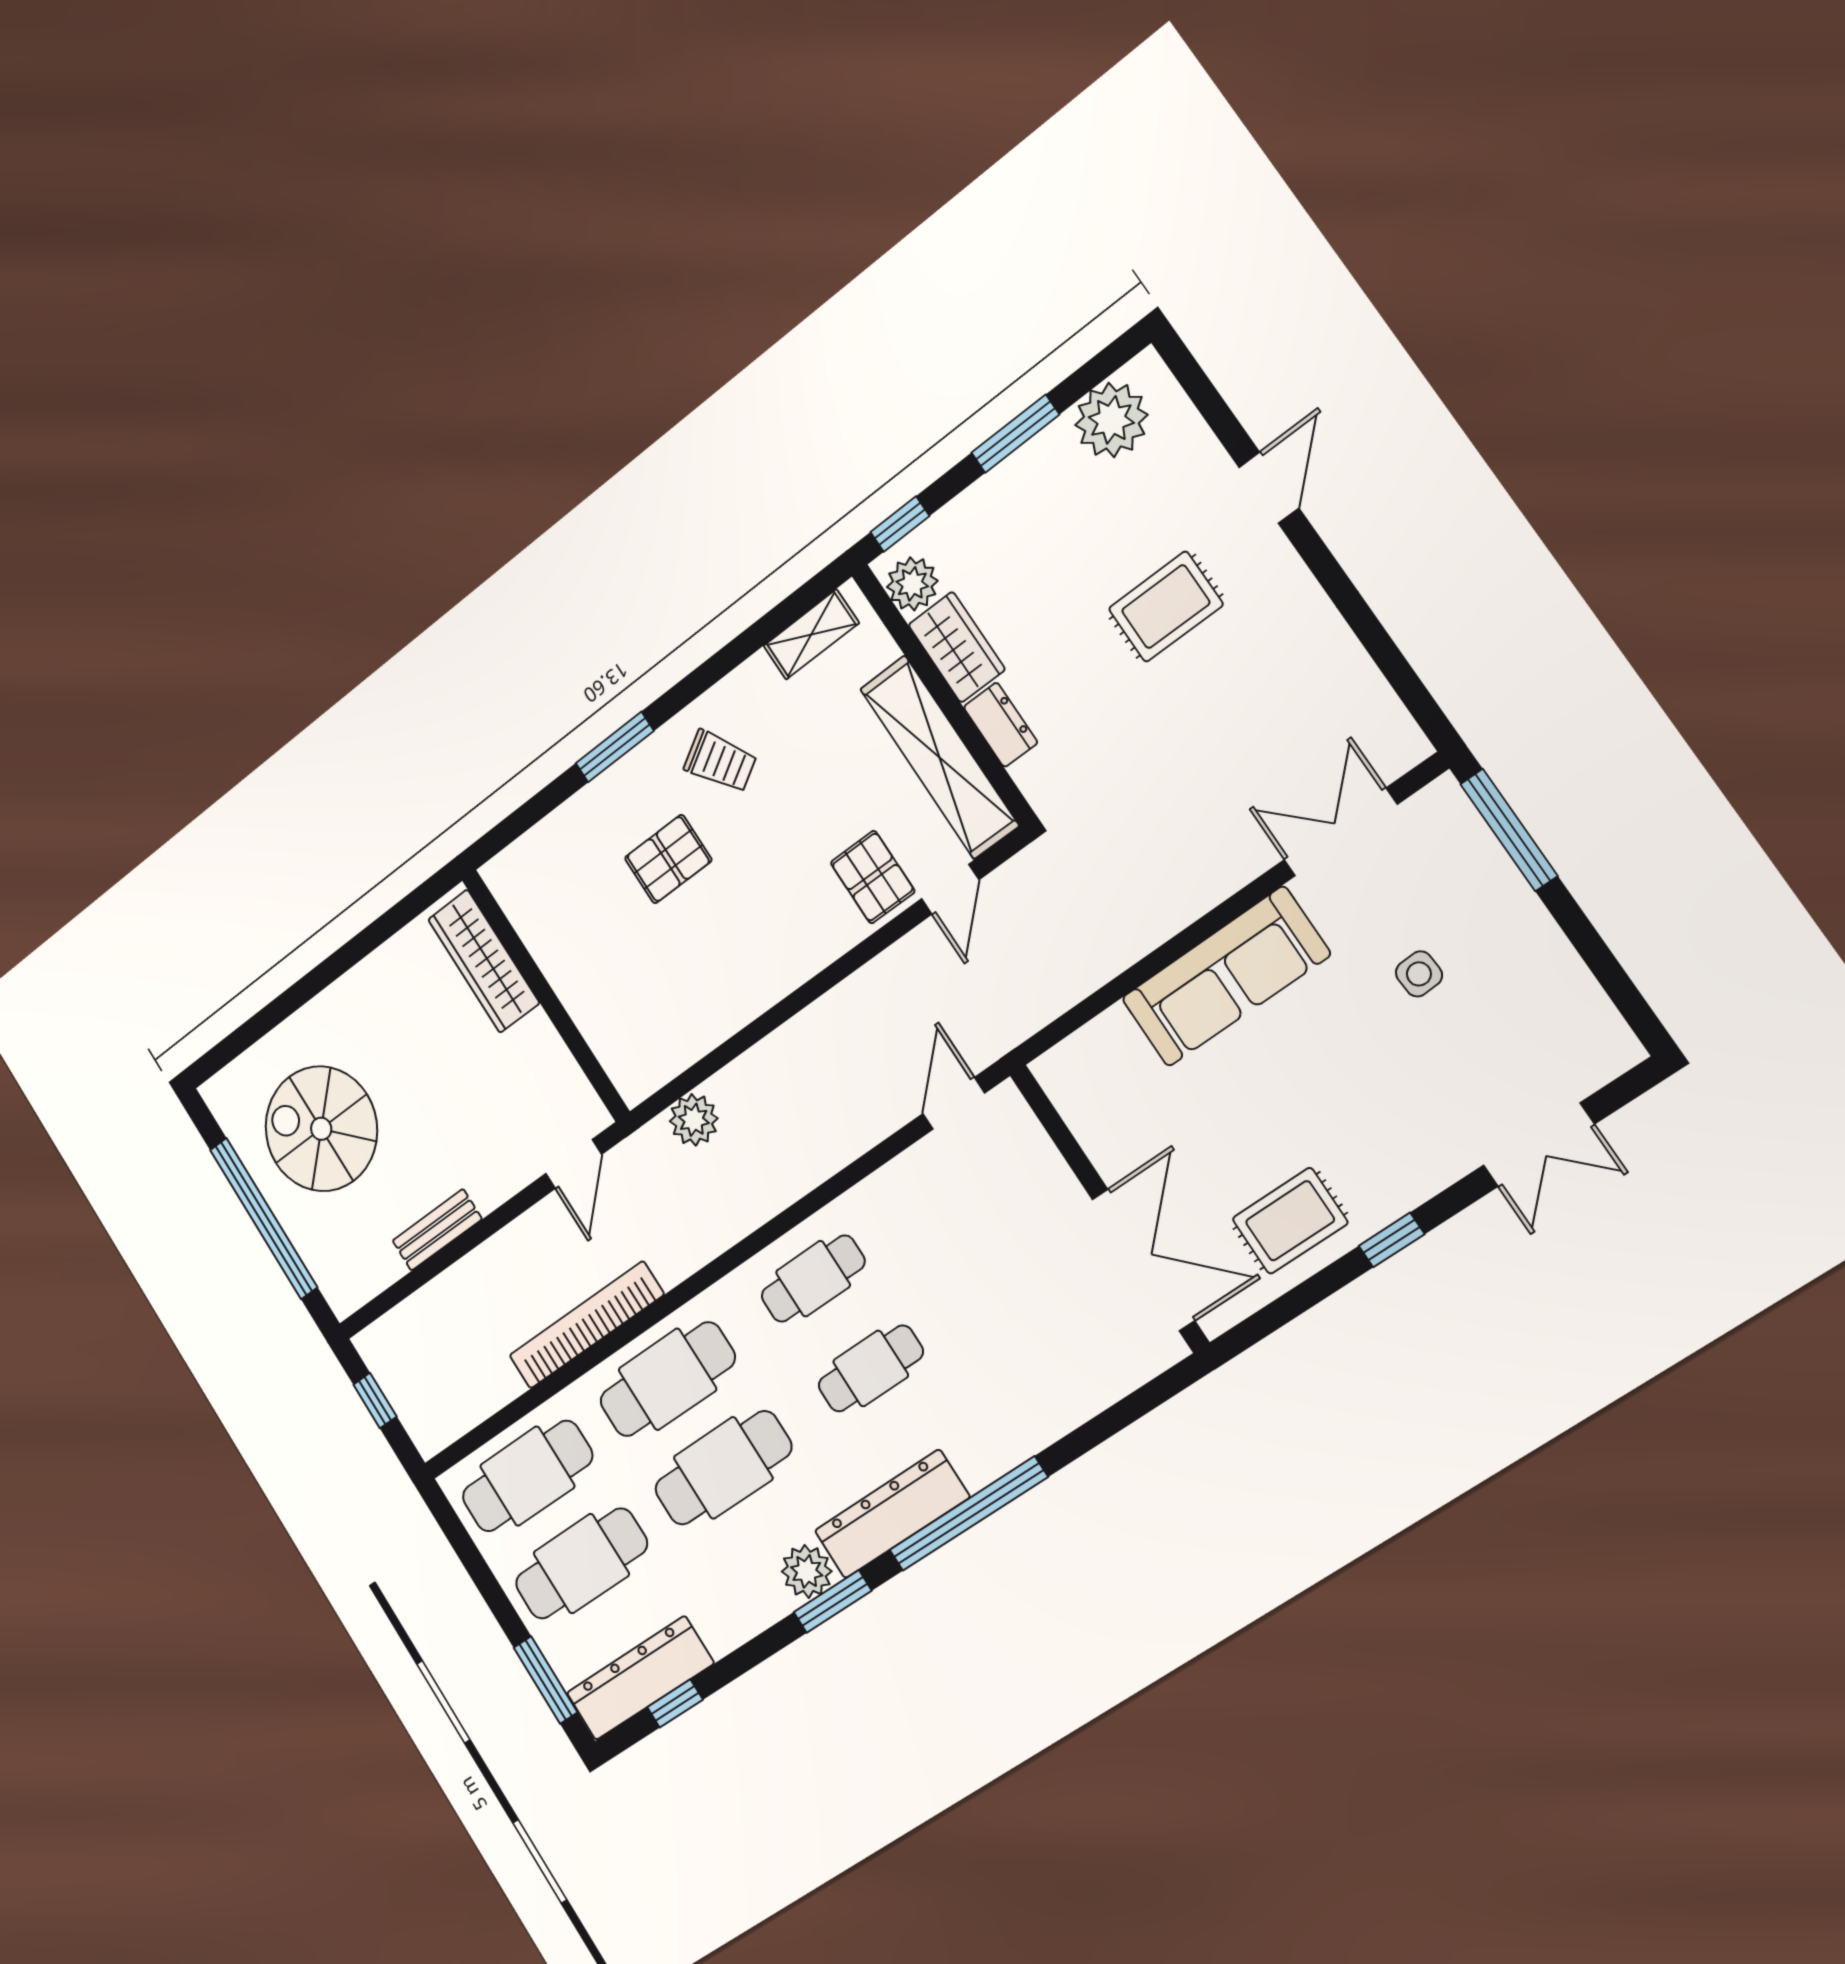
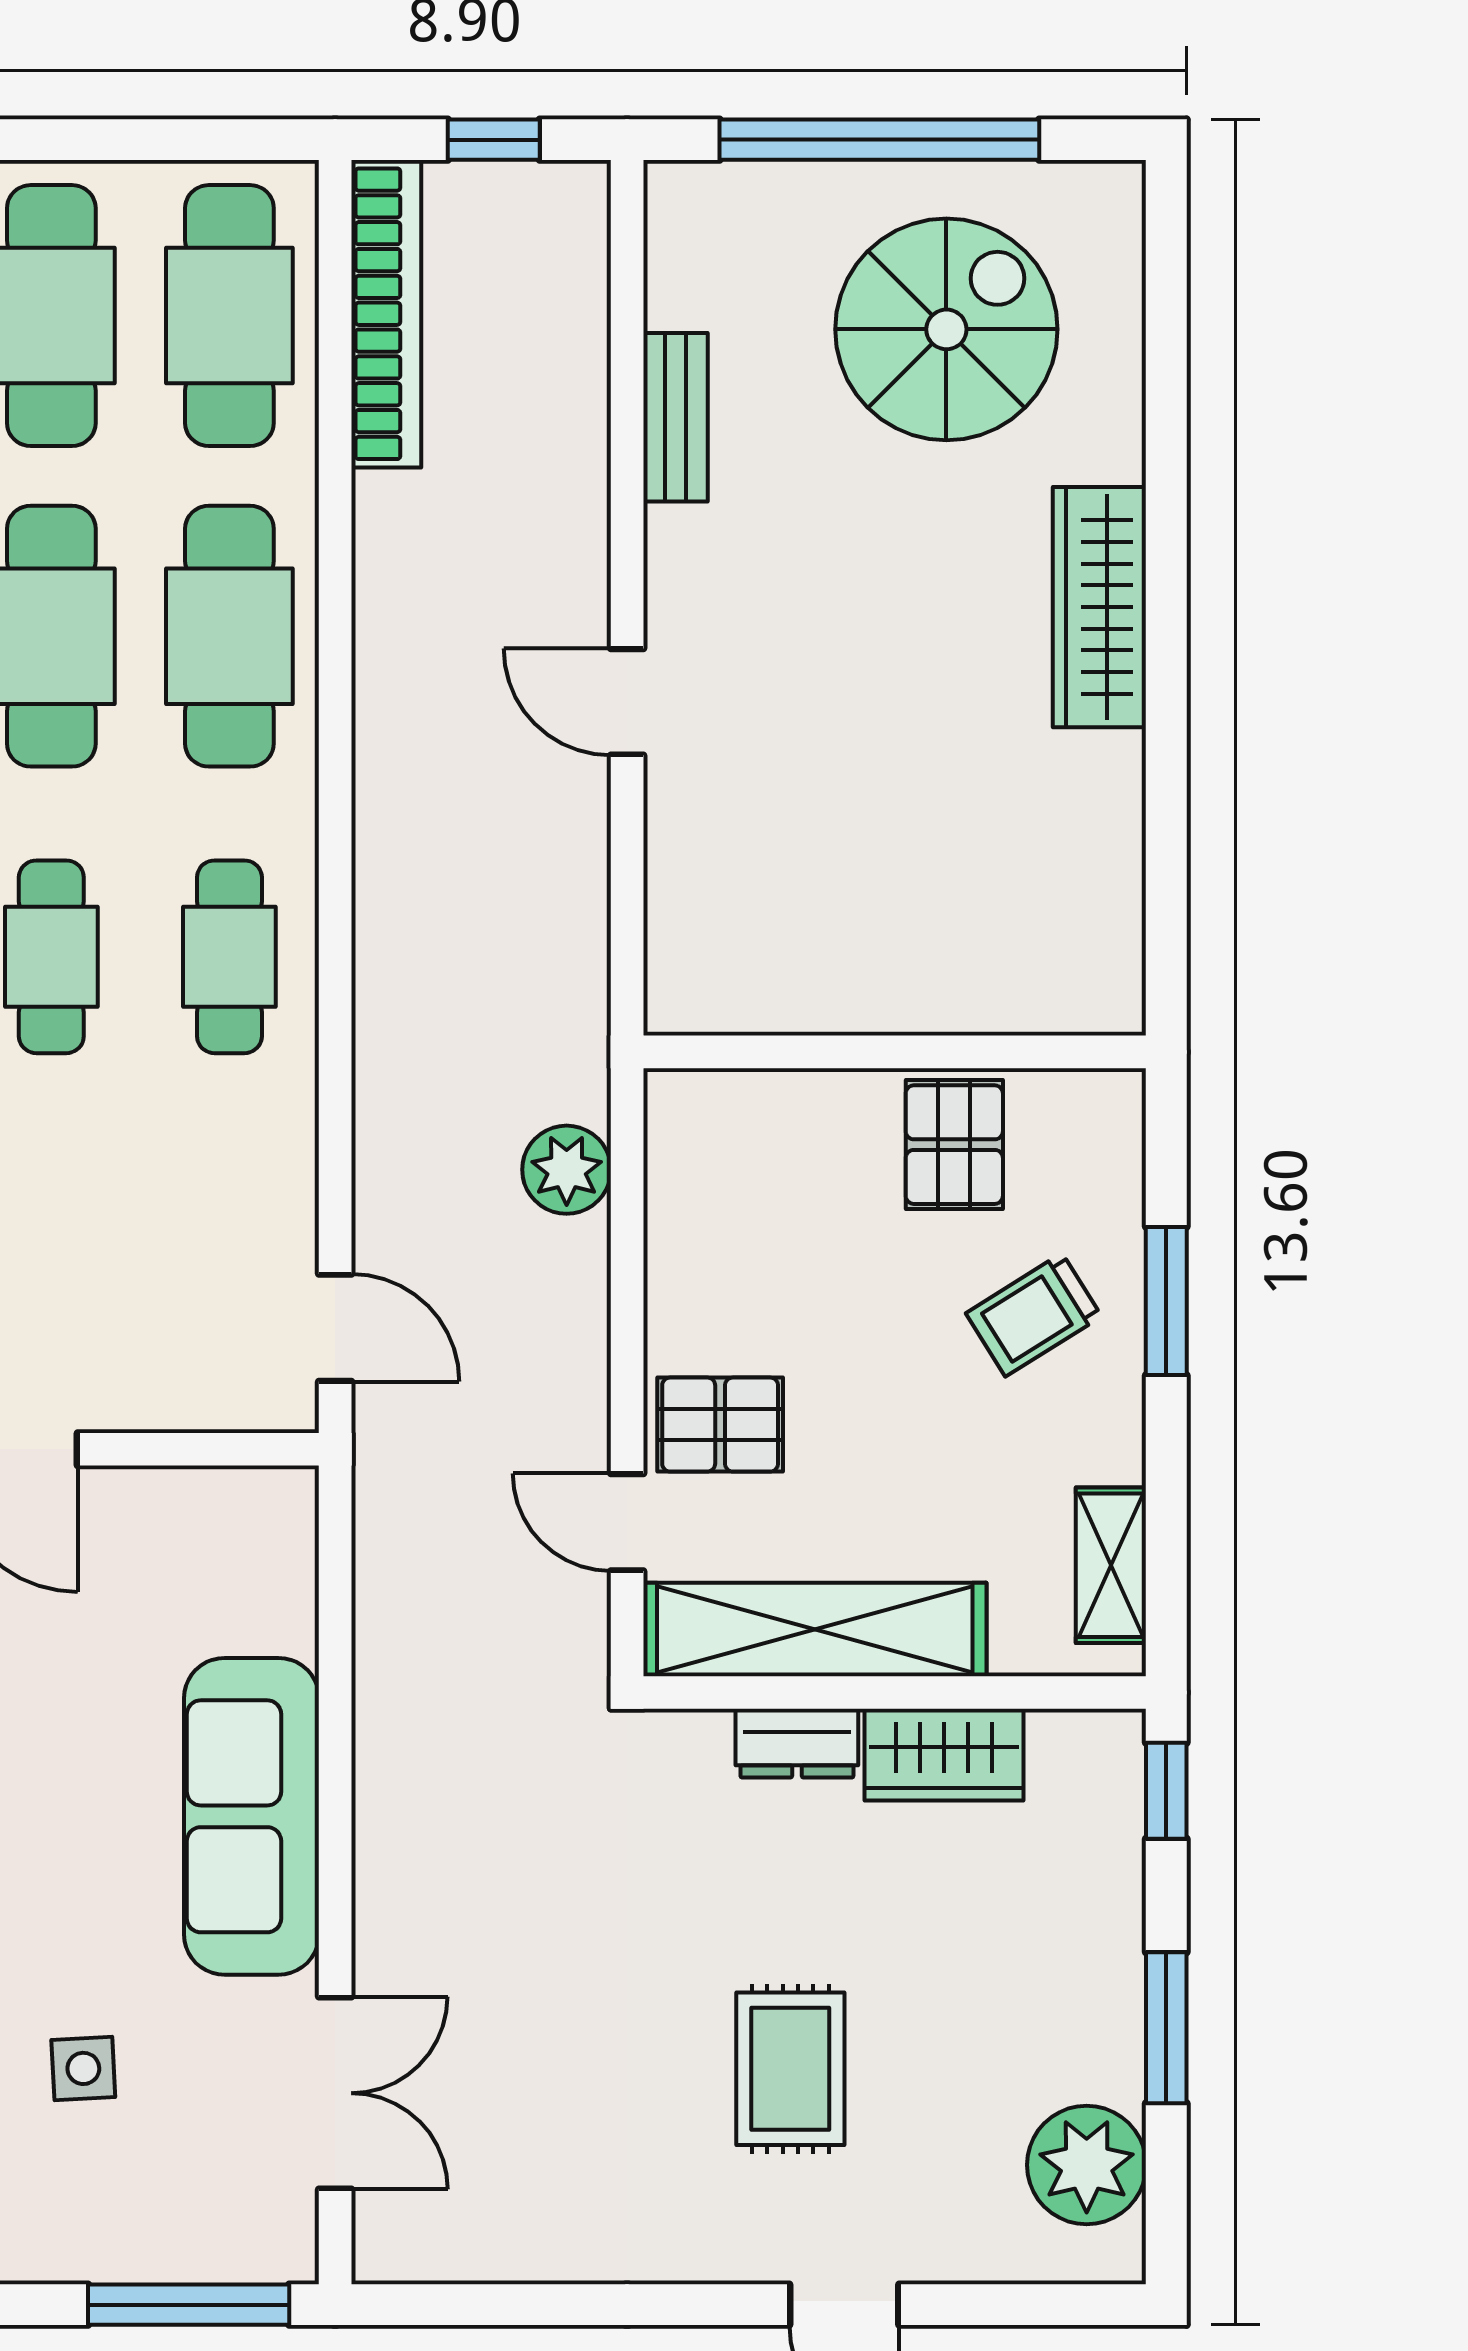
plant: (912, 584) -> (1074, 1752), removed
window: (615, 747) -> (1166, 1301), moved
wardrobe: (484, 961) -> (1099, 607), moved, turned -90
wall: (545, 995) -> (895, 1052), moved
plant: (694, 1120) -> (567, 1170), moved
bookcase: (586, 1325) -> (386, 314), moved

